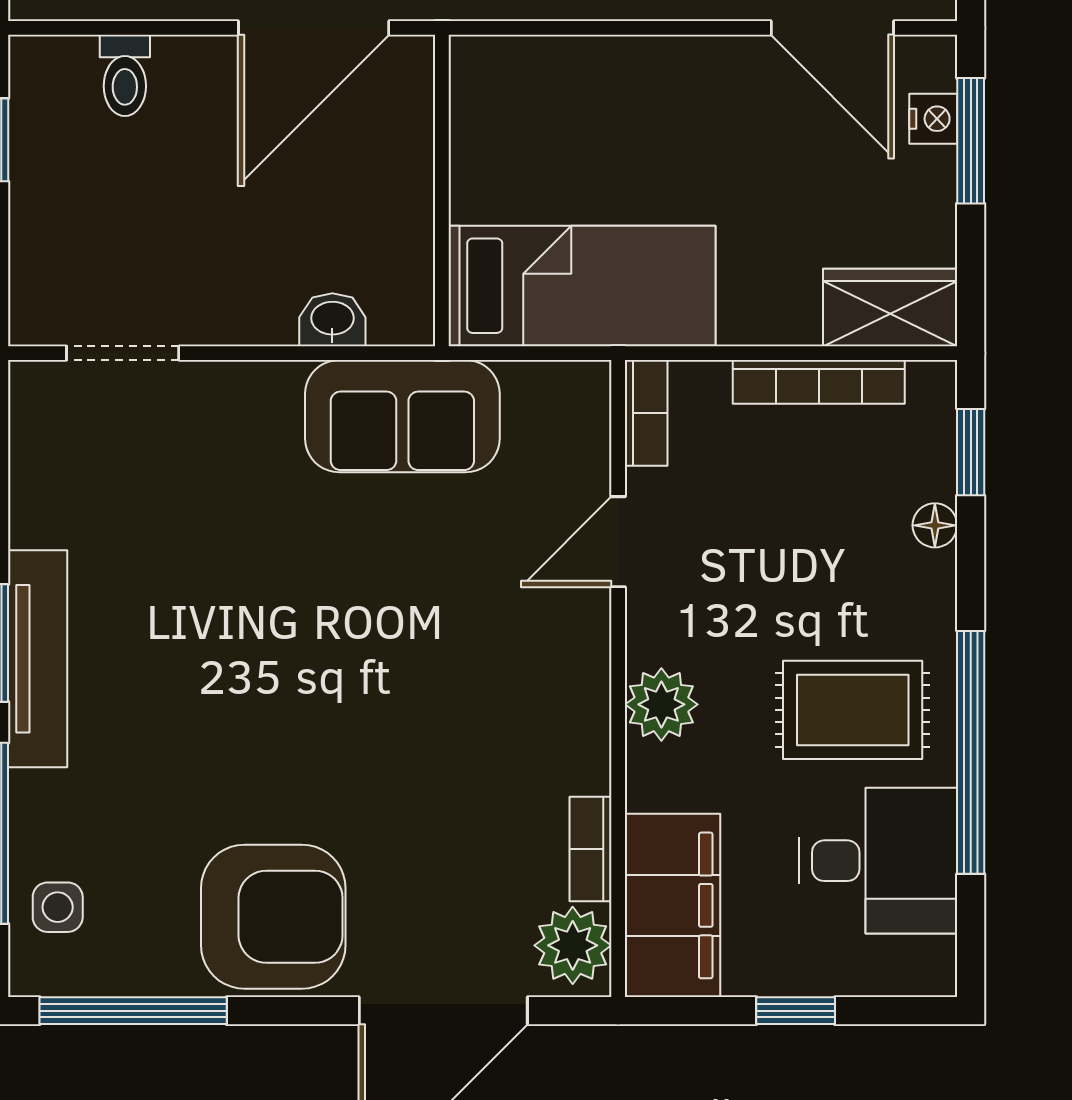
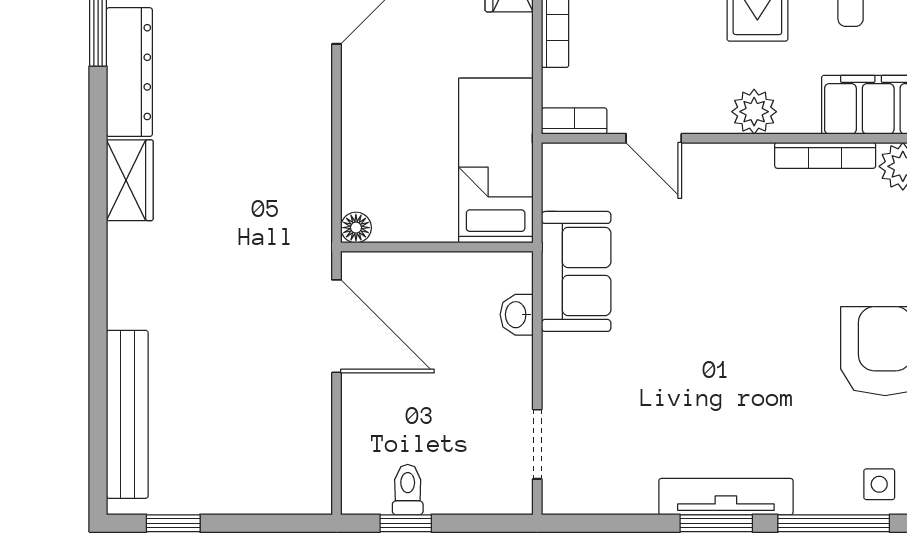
floor lamp: (474, 59) -> (356, 228), added
toilet: (125, 75) -> (408, 490), moved, turned -90
bookcase: (590, 849) -> (825, 155), width x1.56

